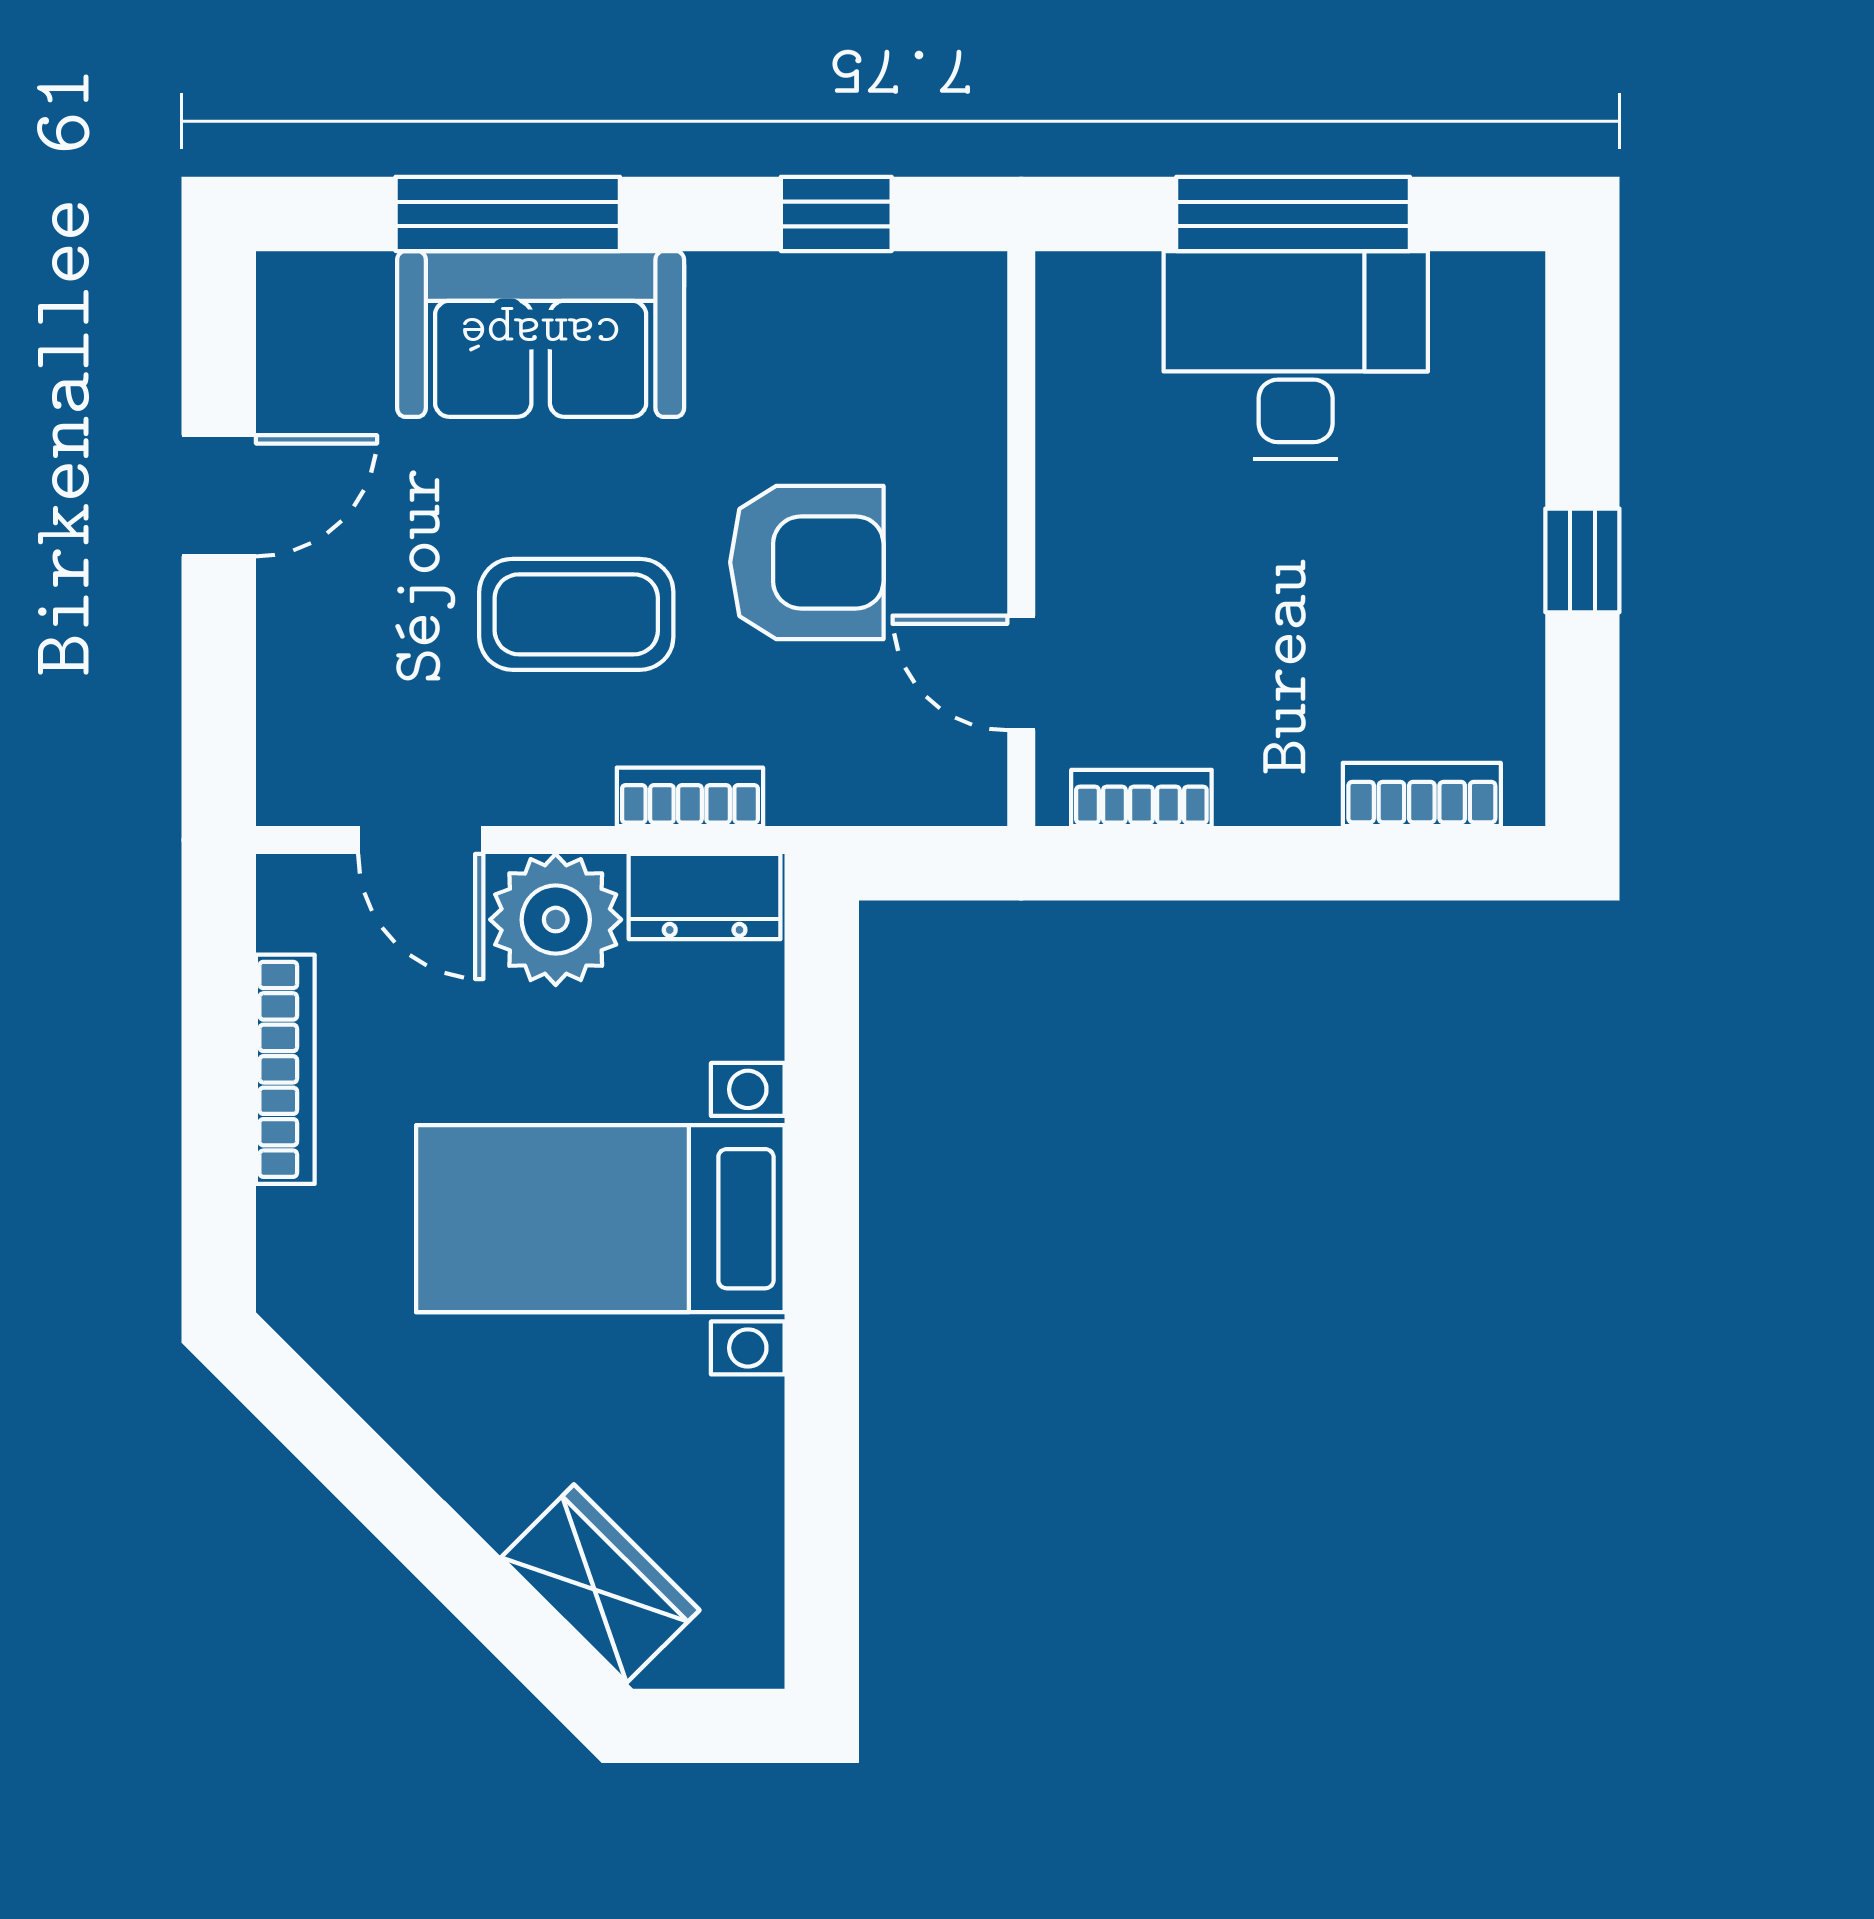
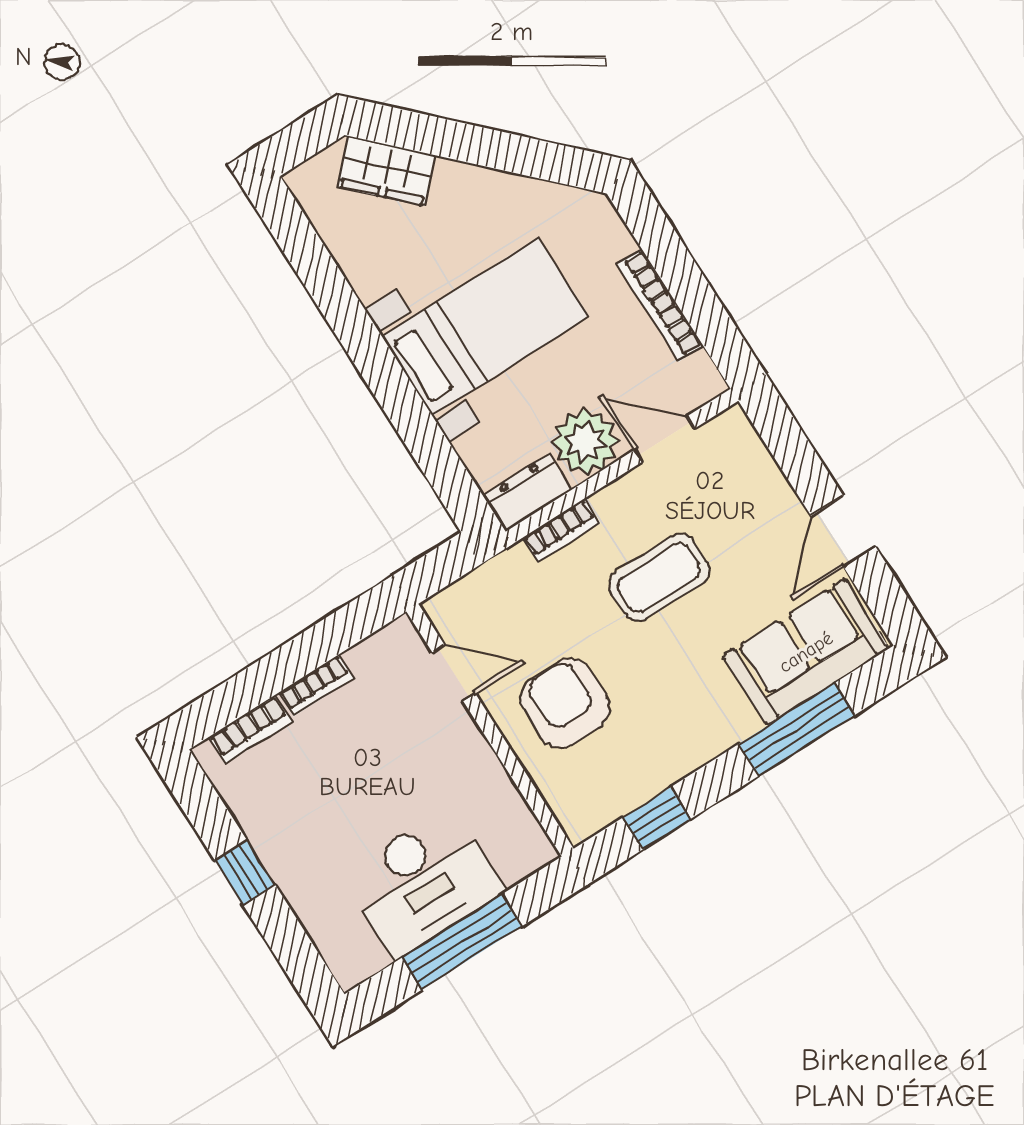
sofa: (541, 334) -> (806, 652), moved
armchair: (807, 562) -> (565, 703), moved, turned 90
bookcase: (1141, 798) -> (316, 685), moved

